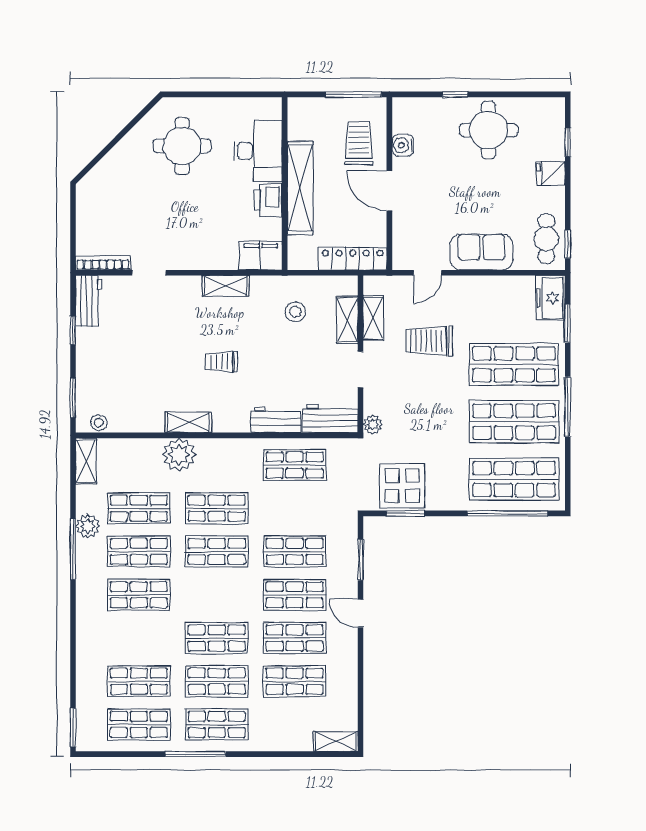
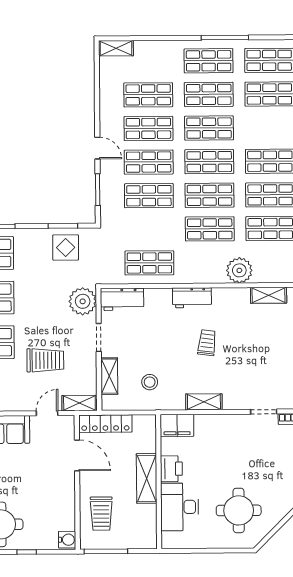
water cooler: (403, 145) -> (67, 540), moved
shelving: (300, 188) -> (147, 478), width x0.68
door: (389, 191) -> (77, 455), moved
shelving: (373, 318) -> (79, 403), moved, turned 90
trolley: (221, 362) -> (207, 343), turned -83
workbench: (276, 420) -> (192, 298), moved
shelving: (188, 422) -> (269, 295), moved
plant: (373, 424) -> (83, 301), width x1.88, depth x1.88
display table: (402, 486) -> (66, 247), width x0.73, depth x0.73
shop shelf: (217, 595) -> (209, 162), added

